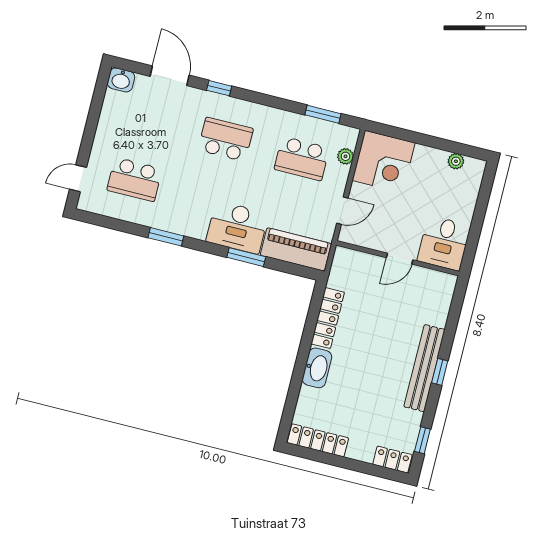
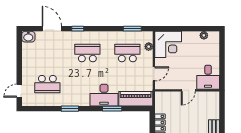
school desk: (302, 158) -> (127, 53), turned 180

